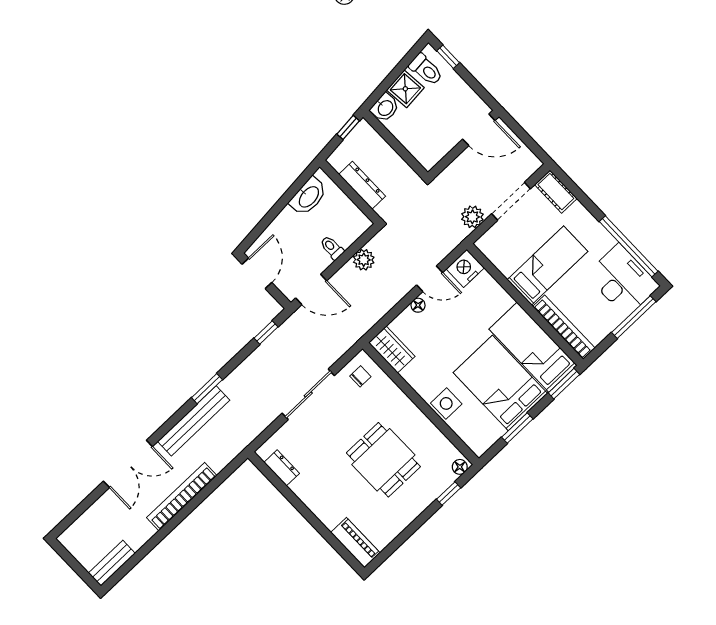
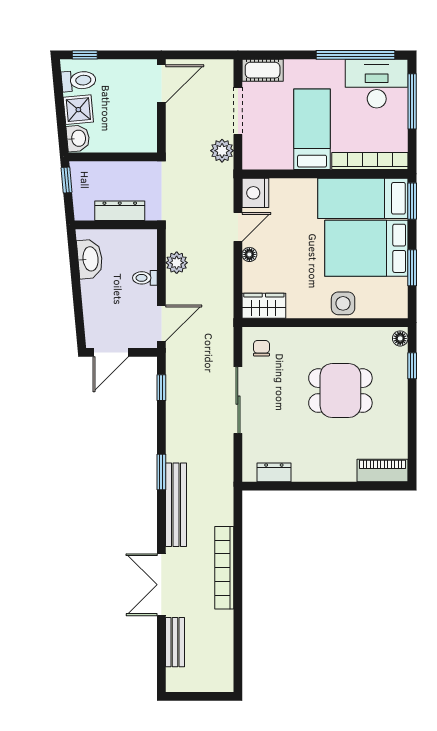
door: (257, 273) -> (111, 352), swing flipped
double door: (128, 464) -> (161, 585), swing flipped
bench: (112, 563) -> (175, 642), moved

